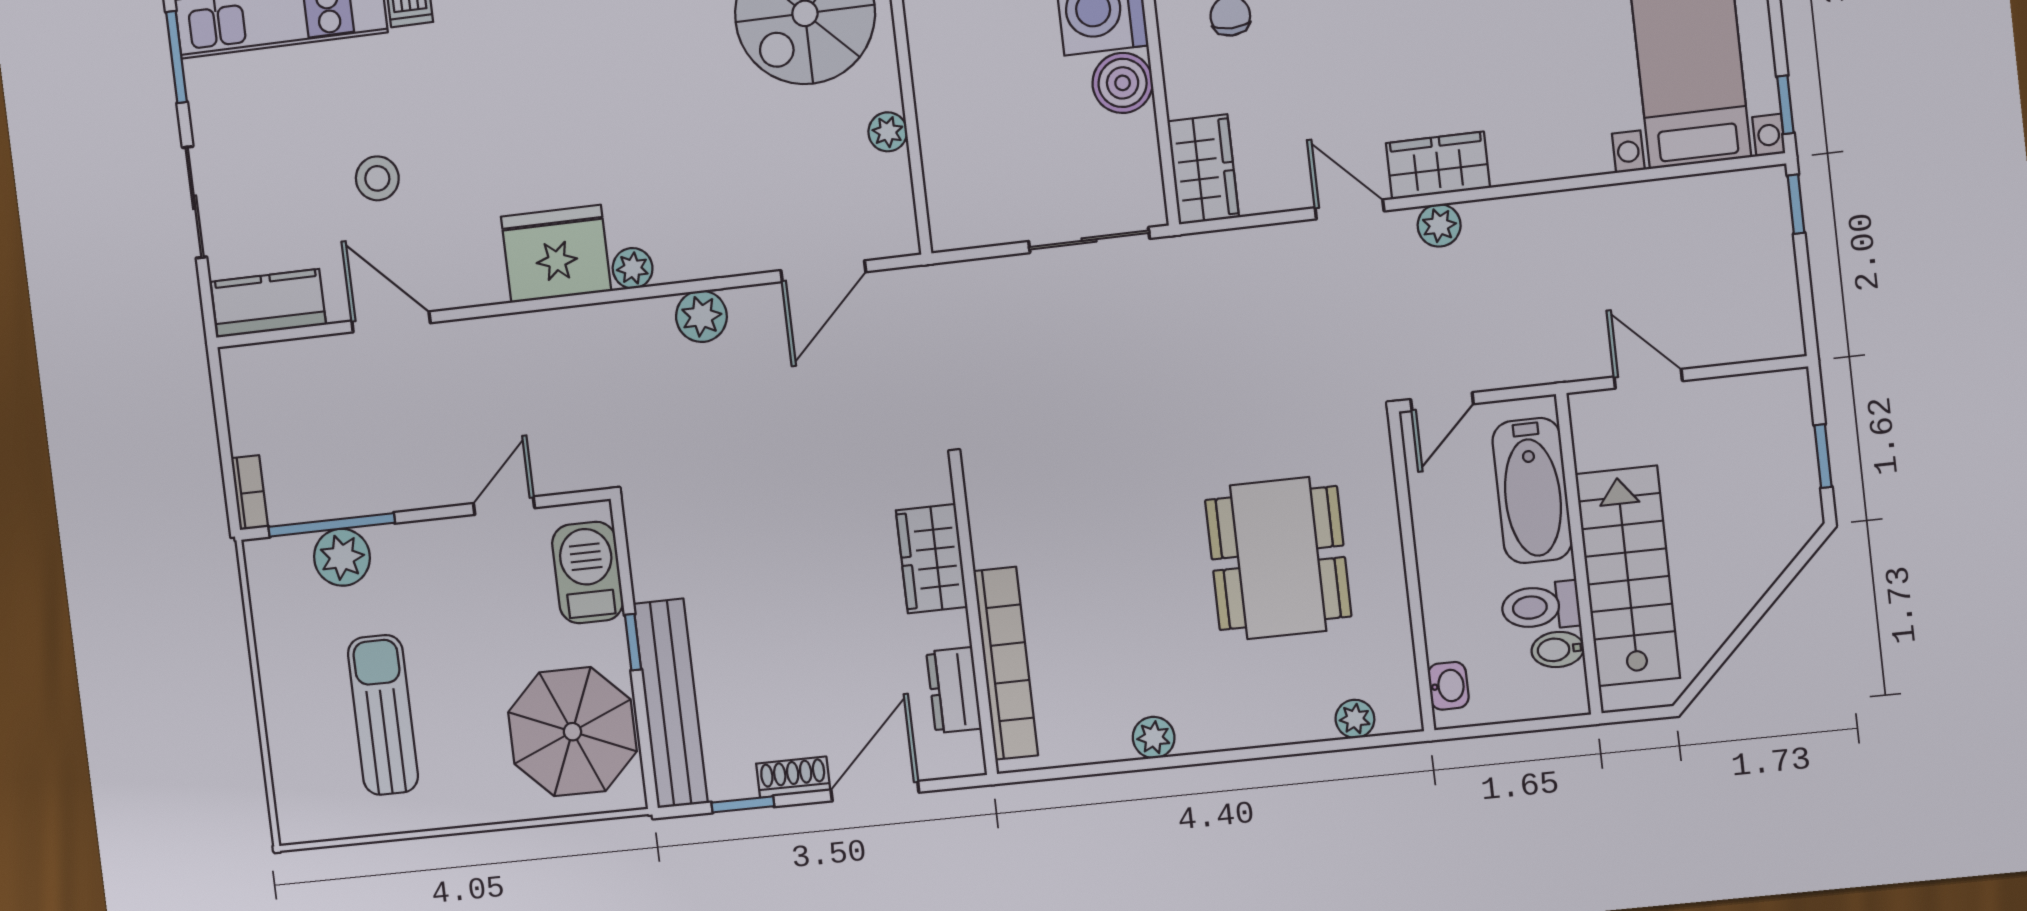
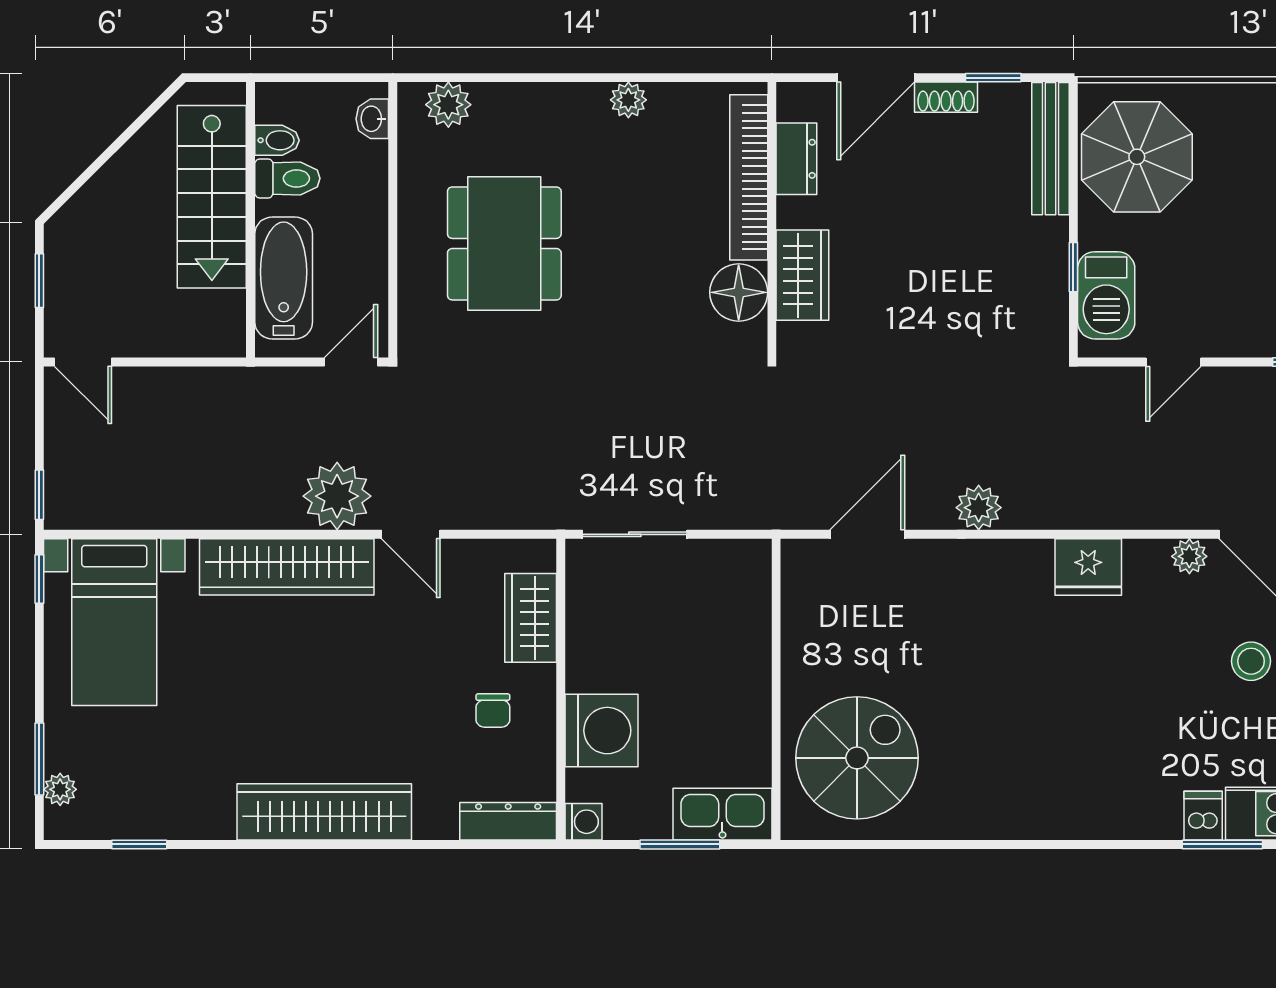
boiler: (1123, 83) -> (591, 665), removed
plant: (888, 132) -> (797, 648), removed
wardrobe: (1438, 165) -> (287, 567), width x2.10, depth x1.17
wardrobe: (1203, 169) -> (531, 618), moved
plant: (1439, 225) -> (337, 496), width x1.87, depth x1.87
fridge: (556, 254) -> (1088, 567), width x0.73, depth x0.75
plant: (633, 268) -> (1189, 556), moved
door: (1648, 379) -> (83, 362), moved
floor lamp: (1002, 531) -> (739, 292), added
window: (633, 642) -> (1073, 267), moved
bench: (671, 703) -> (1051, 149), width x0.73, depth x0.82
plant: (1355, 719) -> (448, 105), width x1.38, depth x1.38

